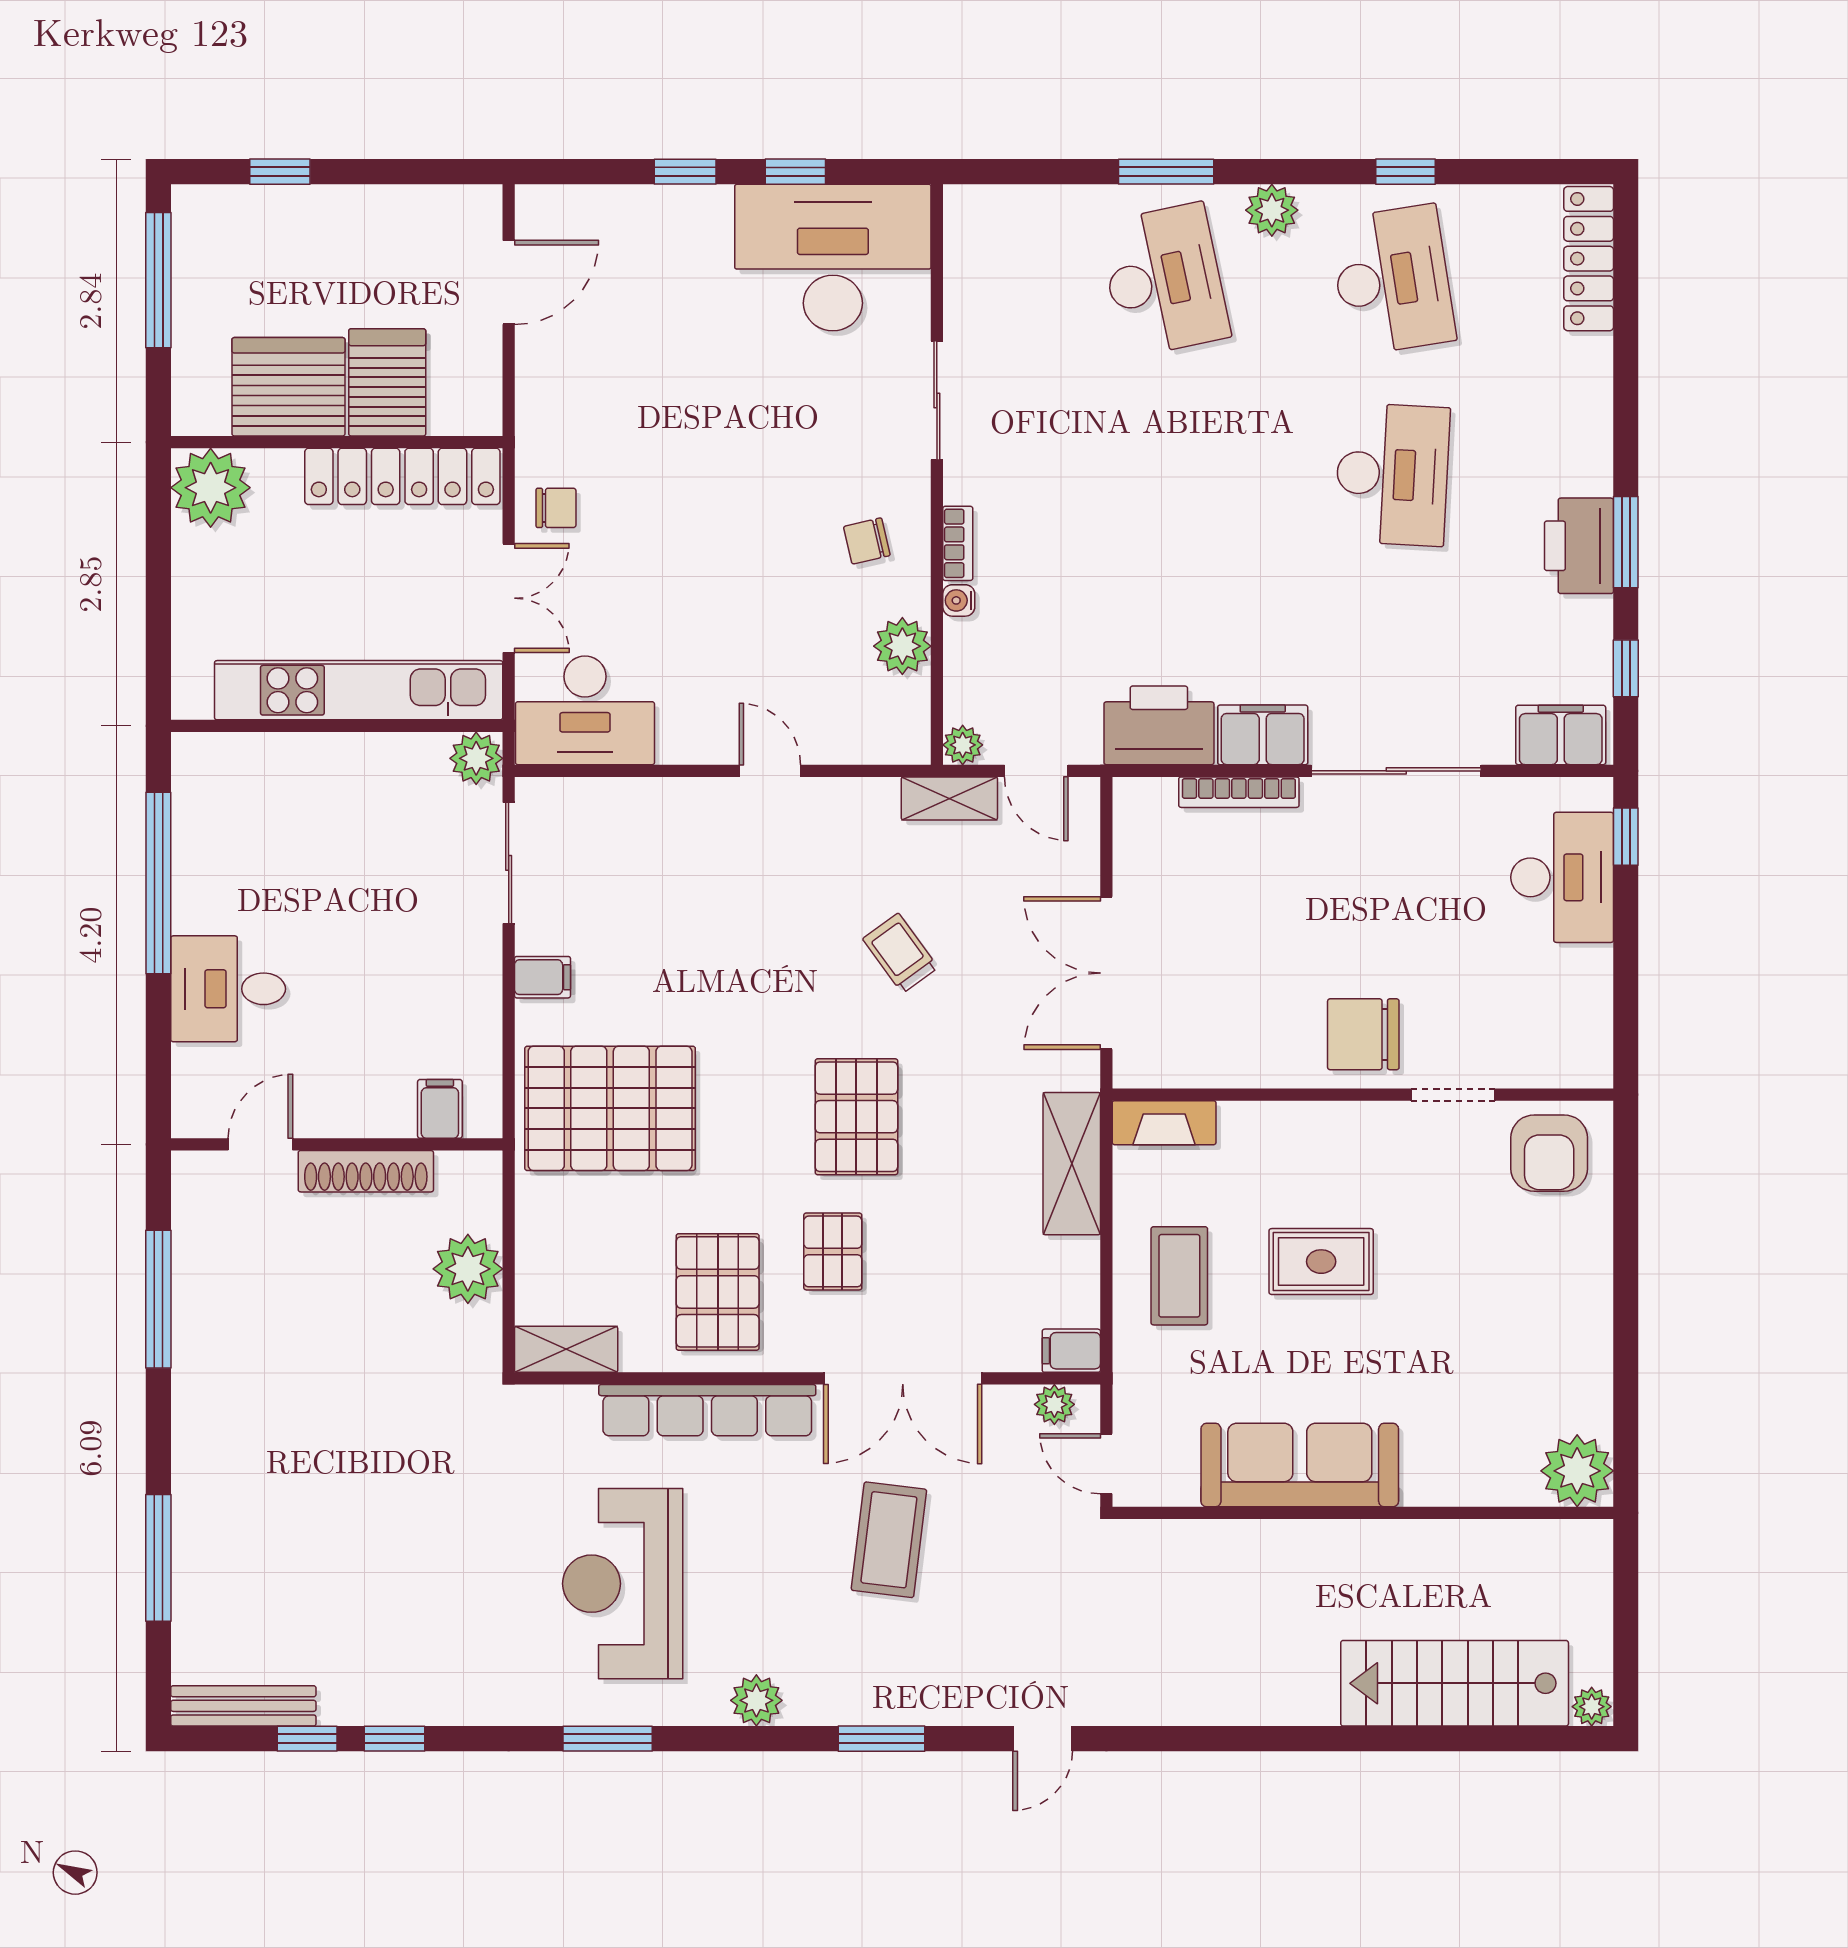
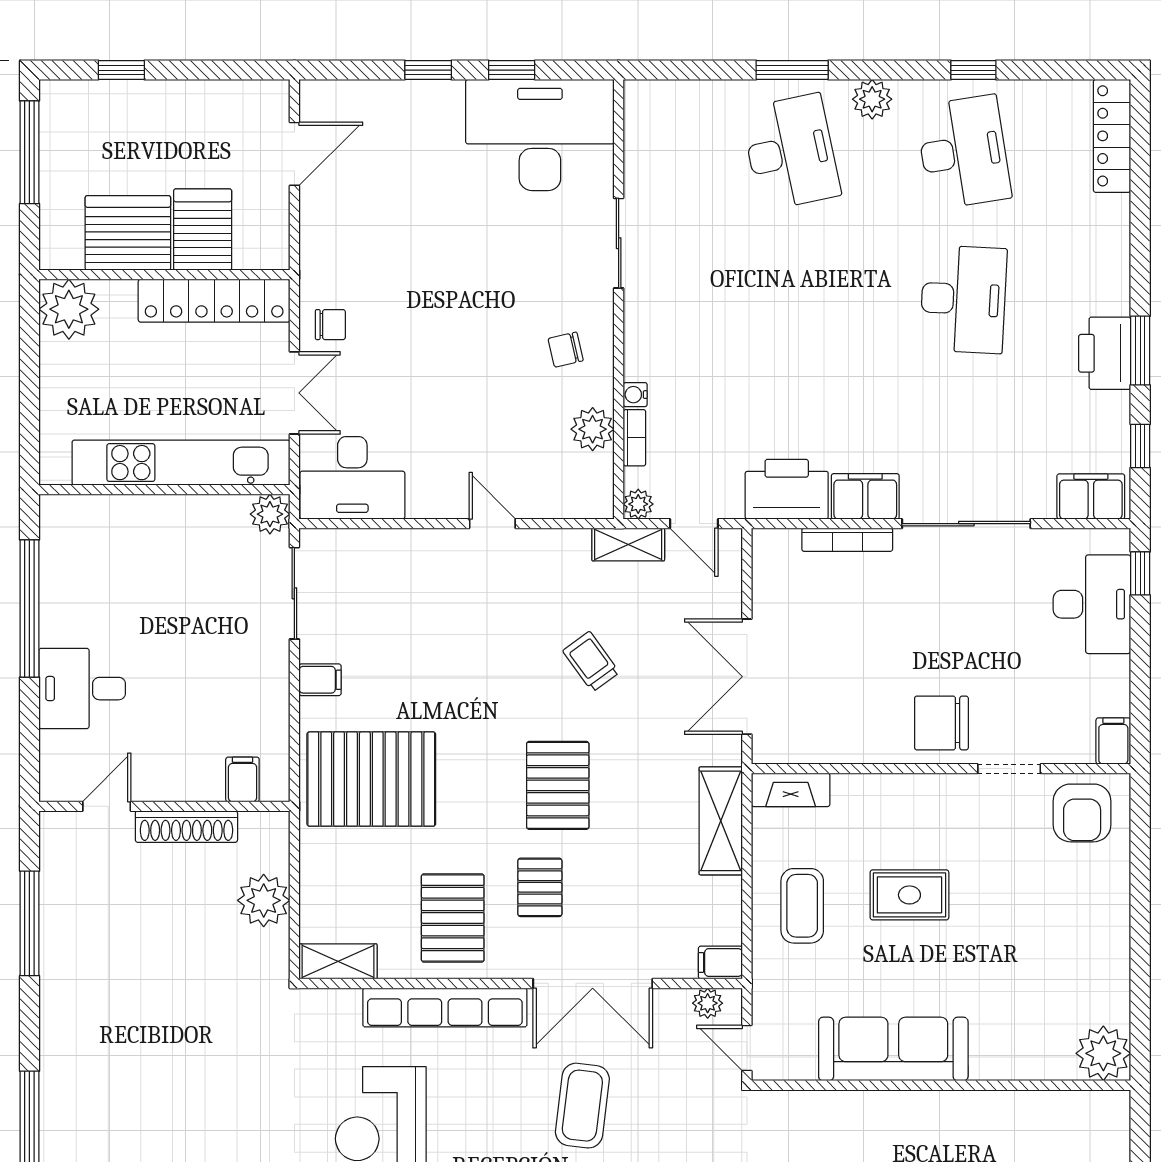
bookcase: (958, 543) -> (634, 438), moved
filing cabinet: (1590, 1058) -> (1113, 741), added

